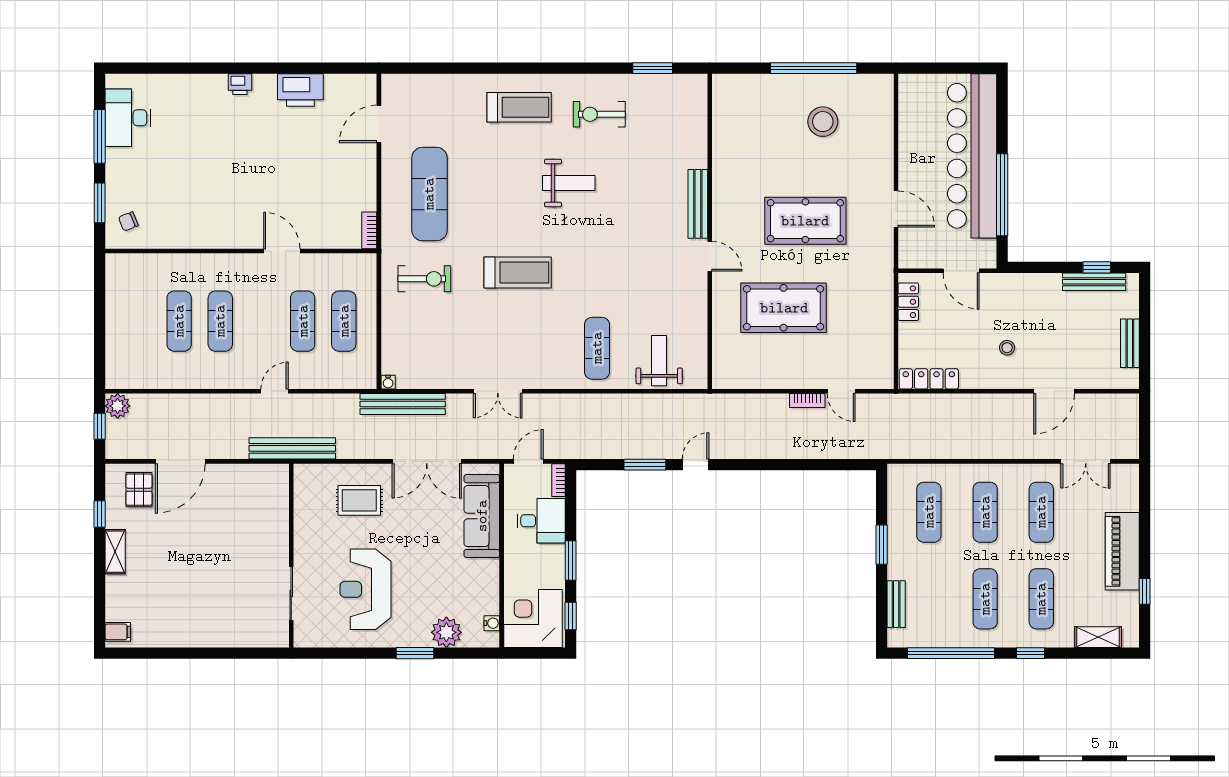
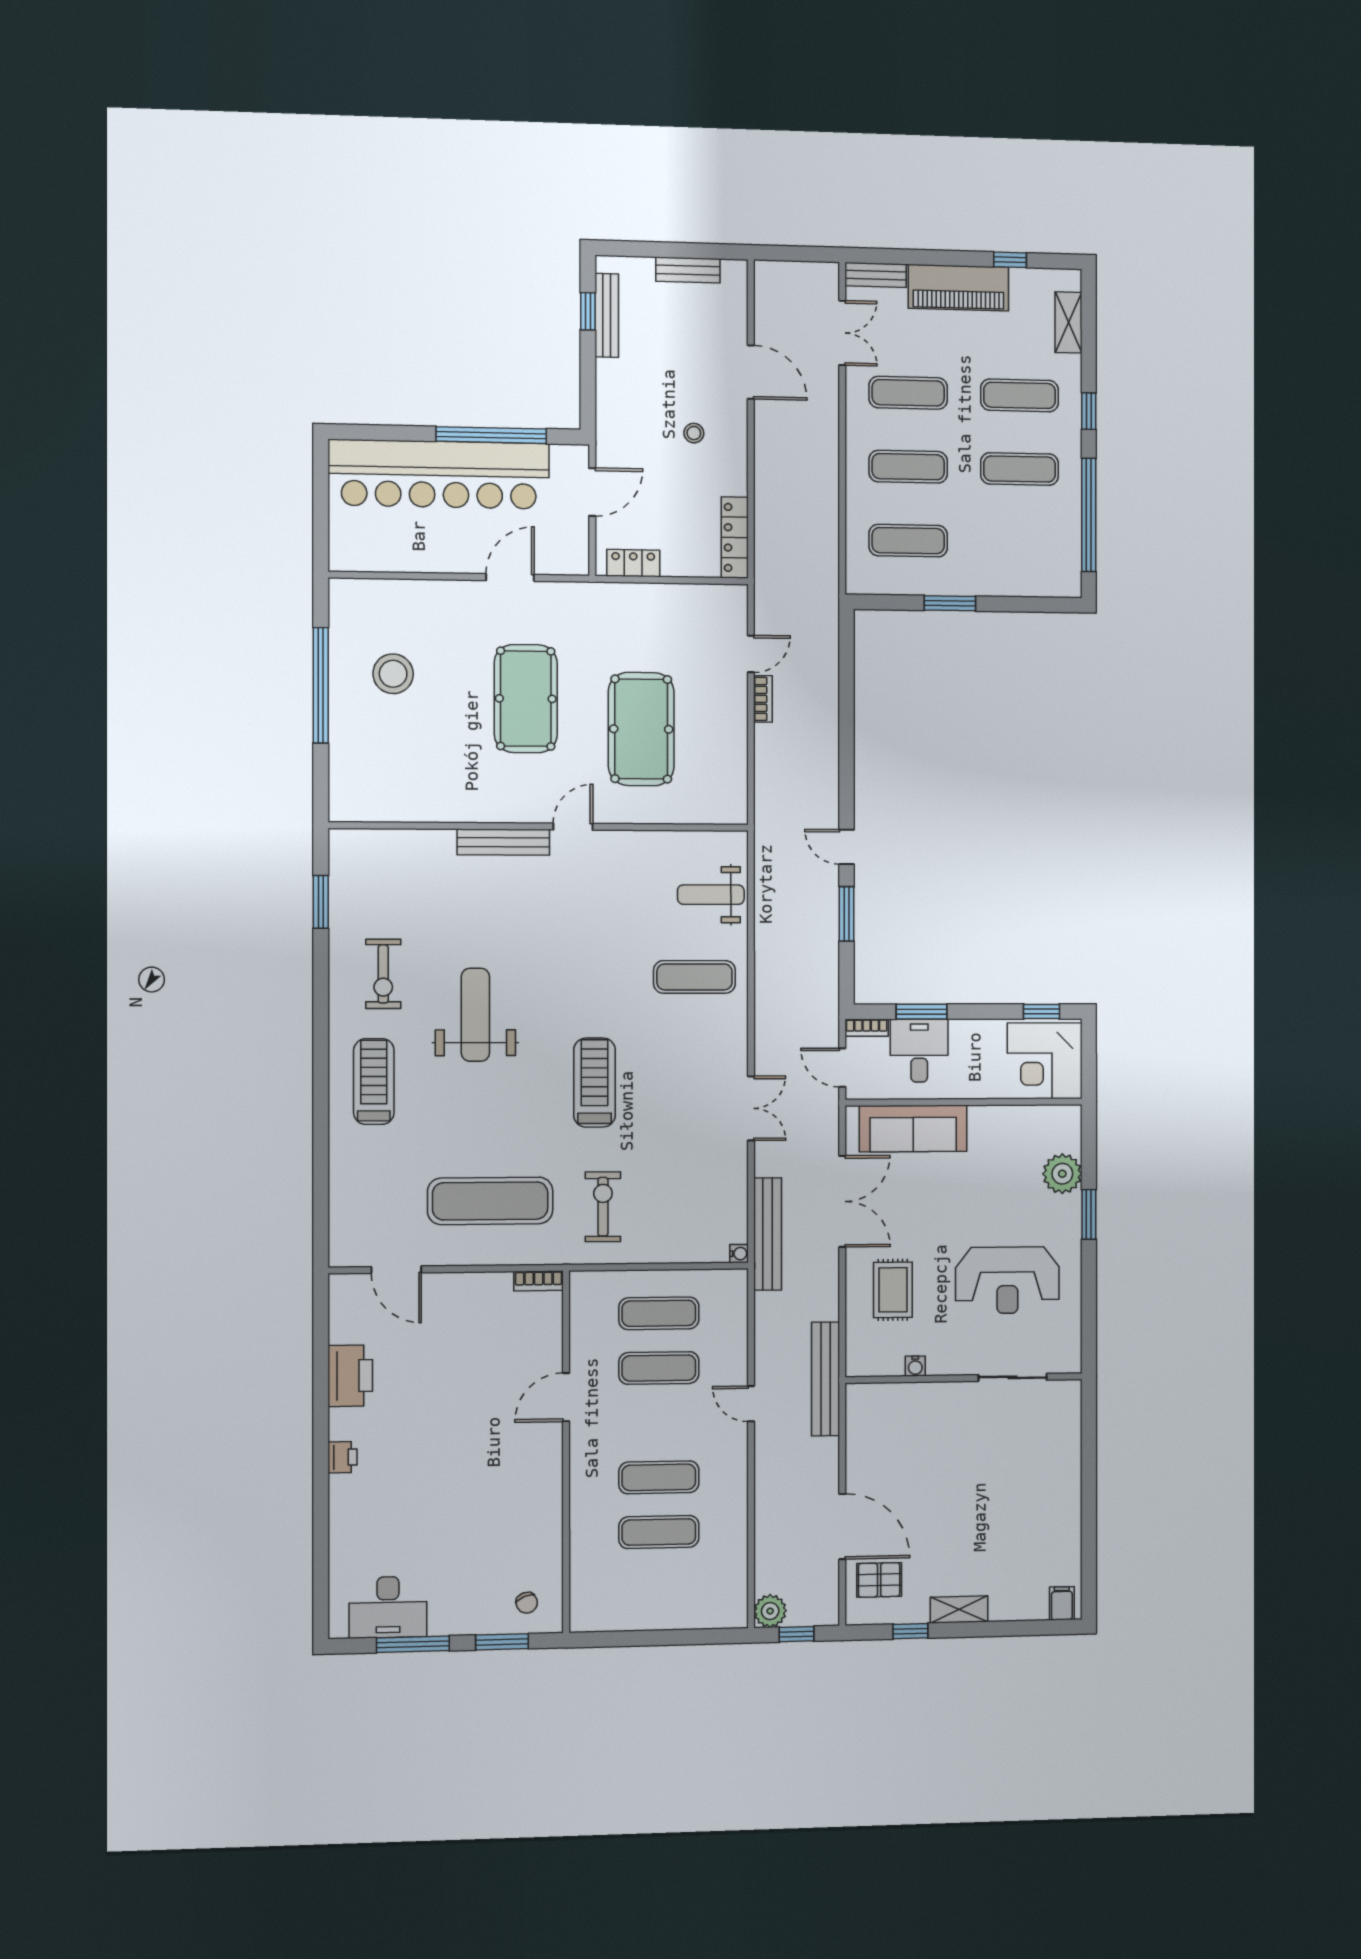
weight bench: (569, 183) -> (475, 1015), width x1.36, depth x1.33
window: (571, 561) -> (922, 1012), moved
bench: (896, 604) -> (876, 275), moved
water cooler: (492, 623) -> (915, 1366), moved, turned 180

